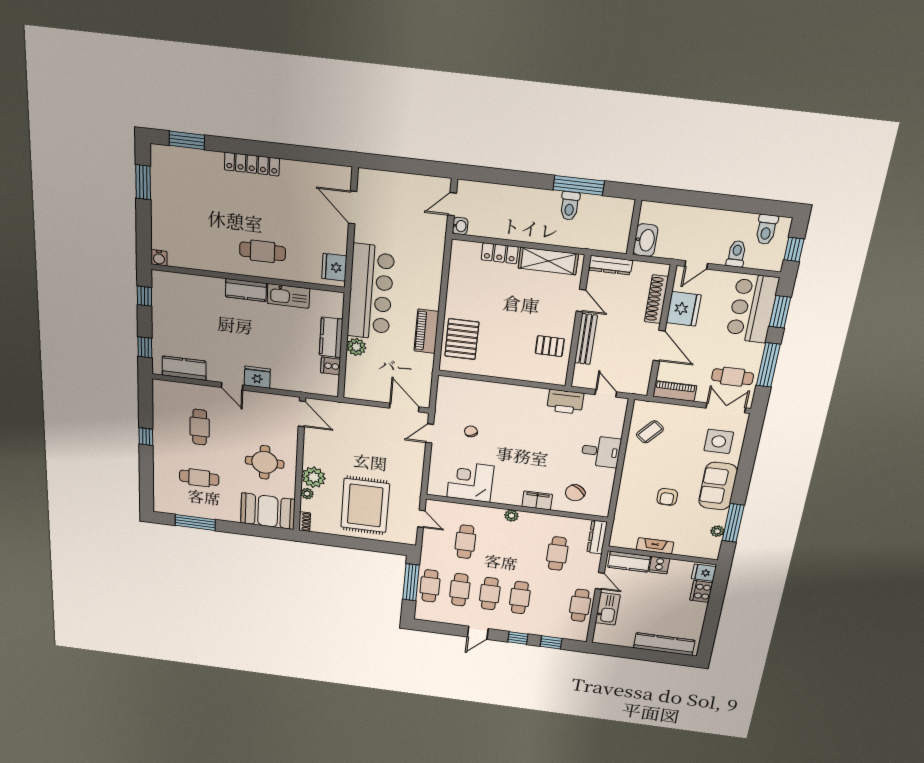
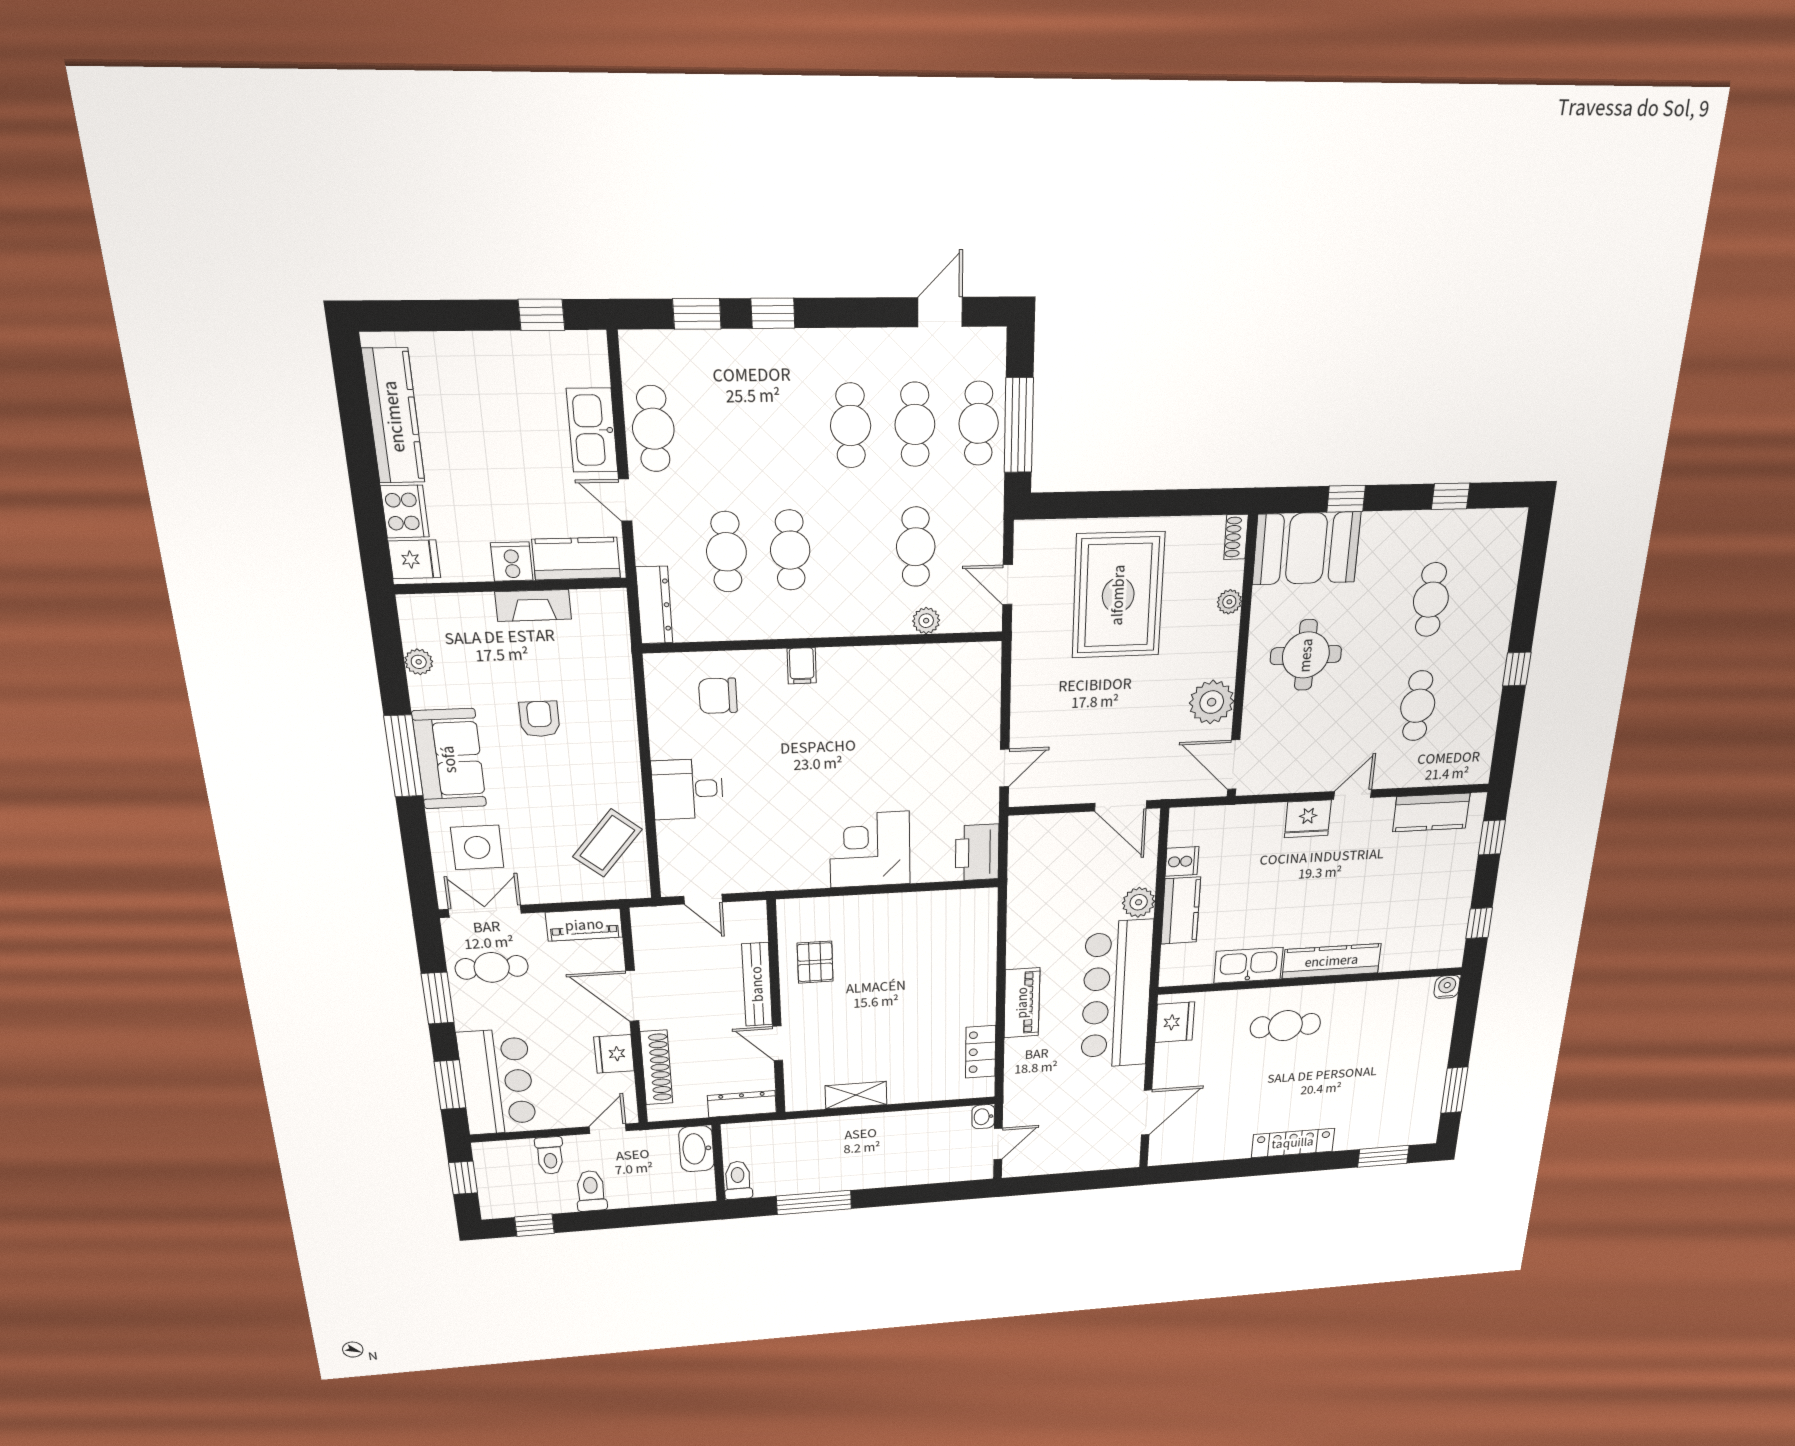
toilet: (570, 206) -> (738, 1180), moved
window: (761, 206) -> (534, 1225), added
door: (353, 207) -> (1147, 1112), hinge flipped
toilet: (766, 229) -> (591, 1191), moved
locker: (500, 253) -> (981, 1052), moved, turned -90
shelving: (548, 261) -> (856, 1095), width x0.67, depth x0.75
kitchen counter: (246, 290) -> (1332, 961), width x1.50
fridge: (684, 309) -> (614, 1054), width x0.73, depth x0.75
piano: (426, 331) -> (1022, 1003), moved
pallet: (462, 339) -> (963, 947), removed
pallet: (550, 346) -> (815, 962), turned 90
window: (768, 365) -> (438, 998), width x0.69
door: (232, 386) -> (1353, 794), hinge flipped
printer: (565, 402) -> (977, 853), moved, turned -90
door: (404, 408) -> (1121, 806), moved
double door: (726, 408) -> (485, 911), swing flipped
chair: (471, 431) -> (930, 785), removed
coffee table: (650, 432) -> (607, 843), width x1.36, depth x1.30
plant: (314, 477) -> (1212, 702), moved
cafe table: (199, 478) -> (1431, 600), turned 90
corner desk: (470, 482) -> (870, 850), moved, turned 180
chair: (575, 493) -> (718, 696), turned -128
filing cabinet: (537, 500) -> (802, 666), width x0.50
plant: (511, 516) -> (926, 621), moved
window: (195, 522) -> (1451, 496), width x0.46
window: (733, 523) -> (403, 756), moved
window: (249, 529) -> (1346, 499), added
cafe table: (520, 598) -> (790, 550), moved
door: (478, 633) -> (940, 312), moved
kitchen counter: (664, 644) -> (394, 416), moved, turned -90
window: (618, 651) -> (542, 315), added

